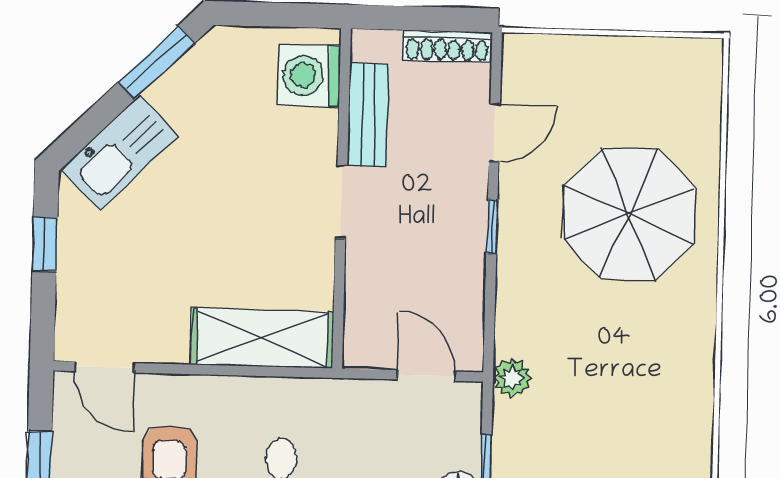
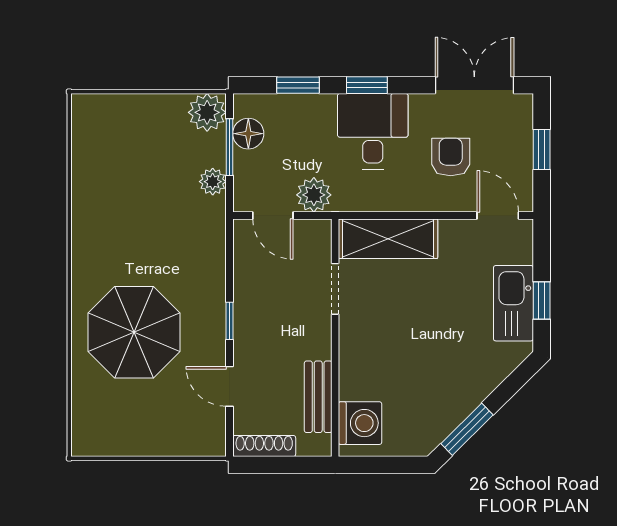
door: (494, 133) -> (229, 386), hinge flipped
kitchen sink: (119, 153) -> (513, 303), moved, turned -45
doorway: (341, 202) -> (335, 289), moved
plant: (512, 378) -> (213, 182), moved
plant: (367, 404) -> (314, 195), added

